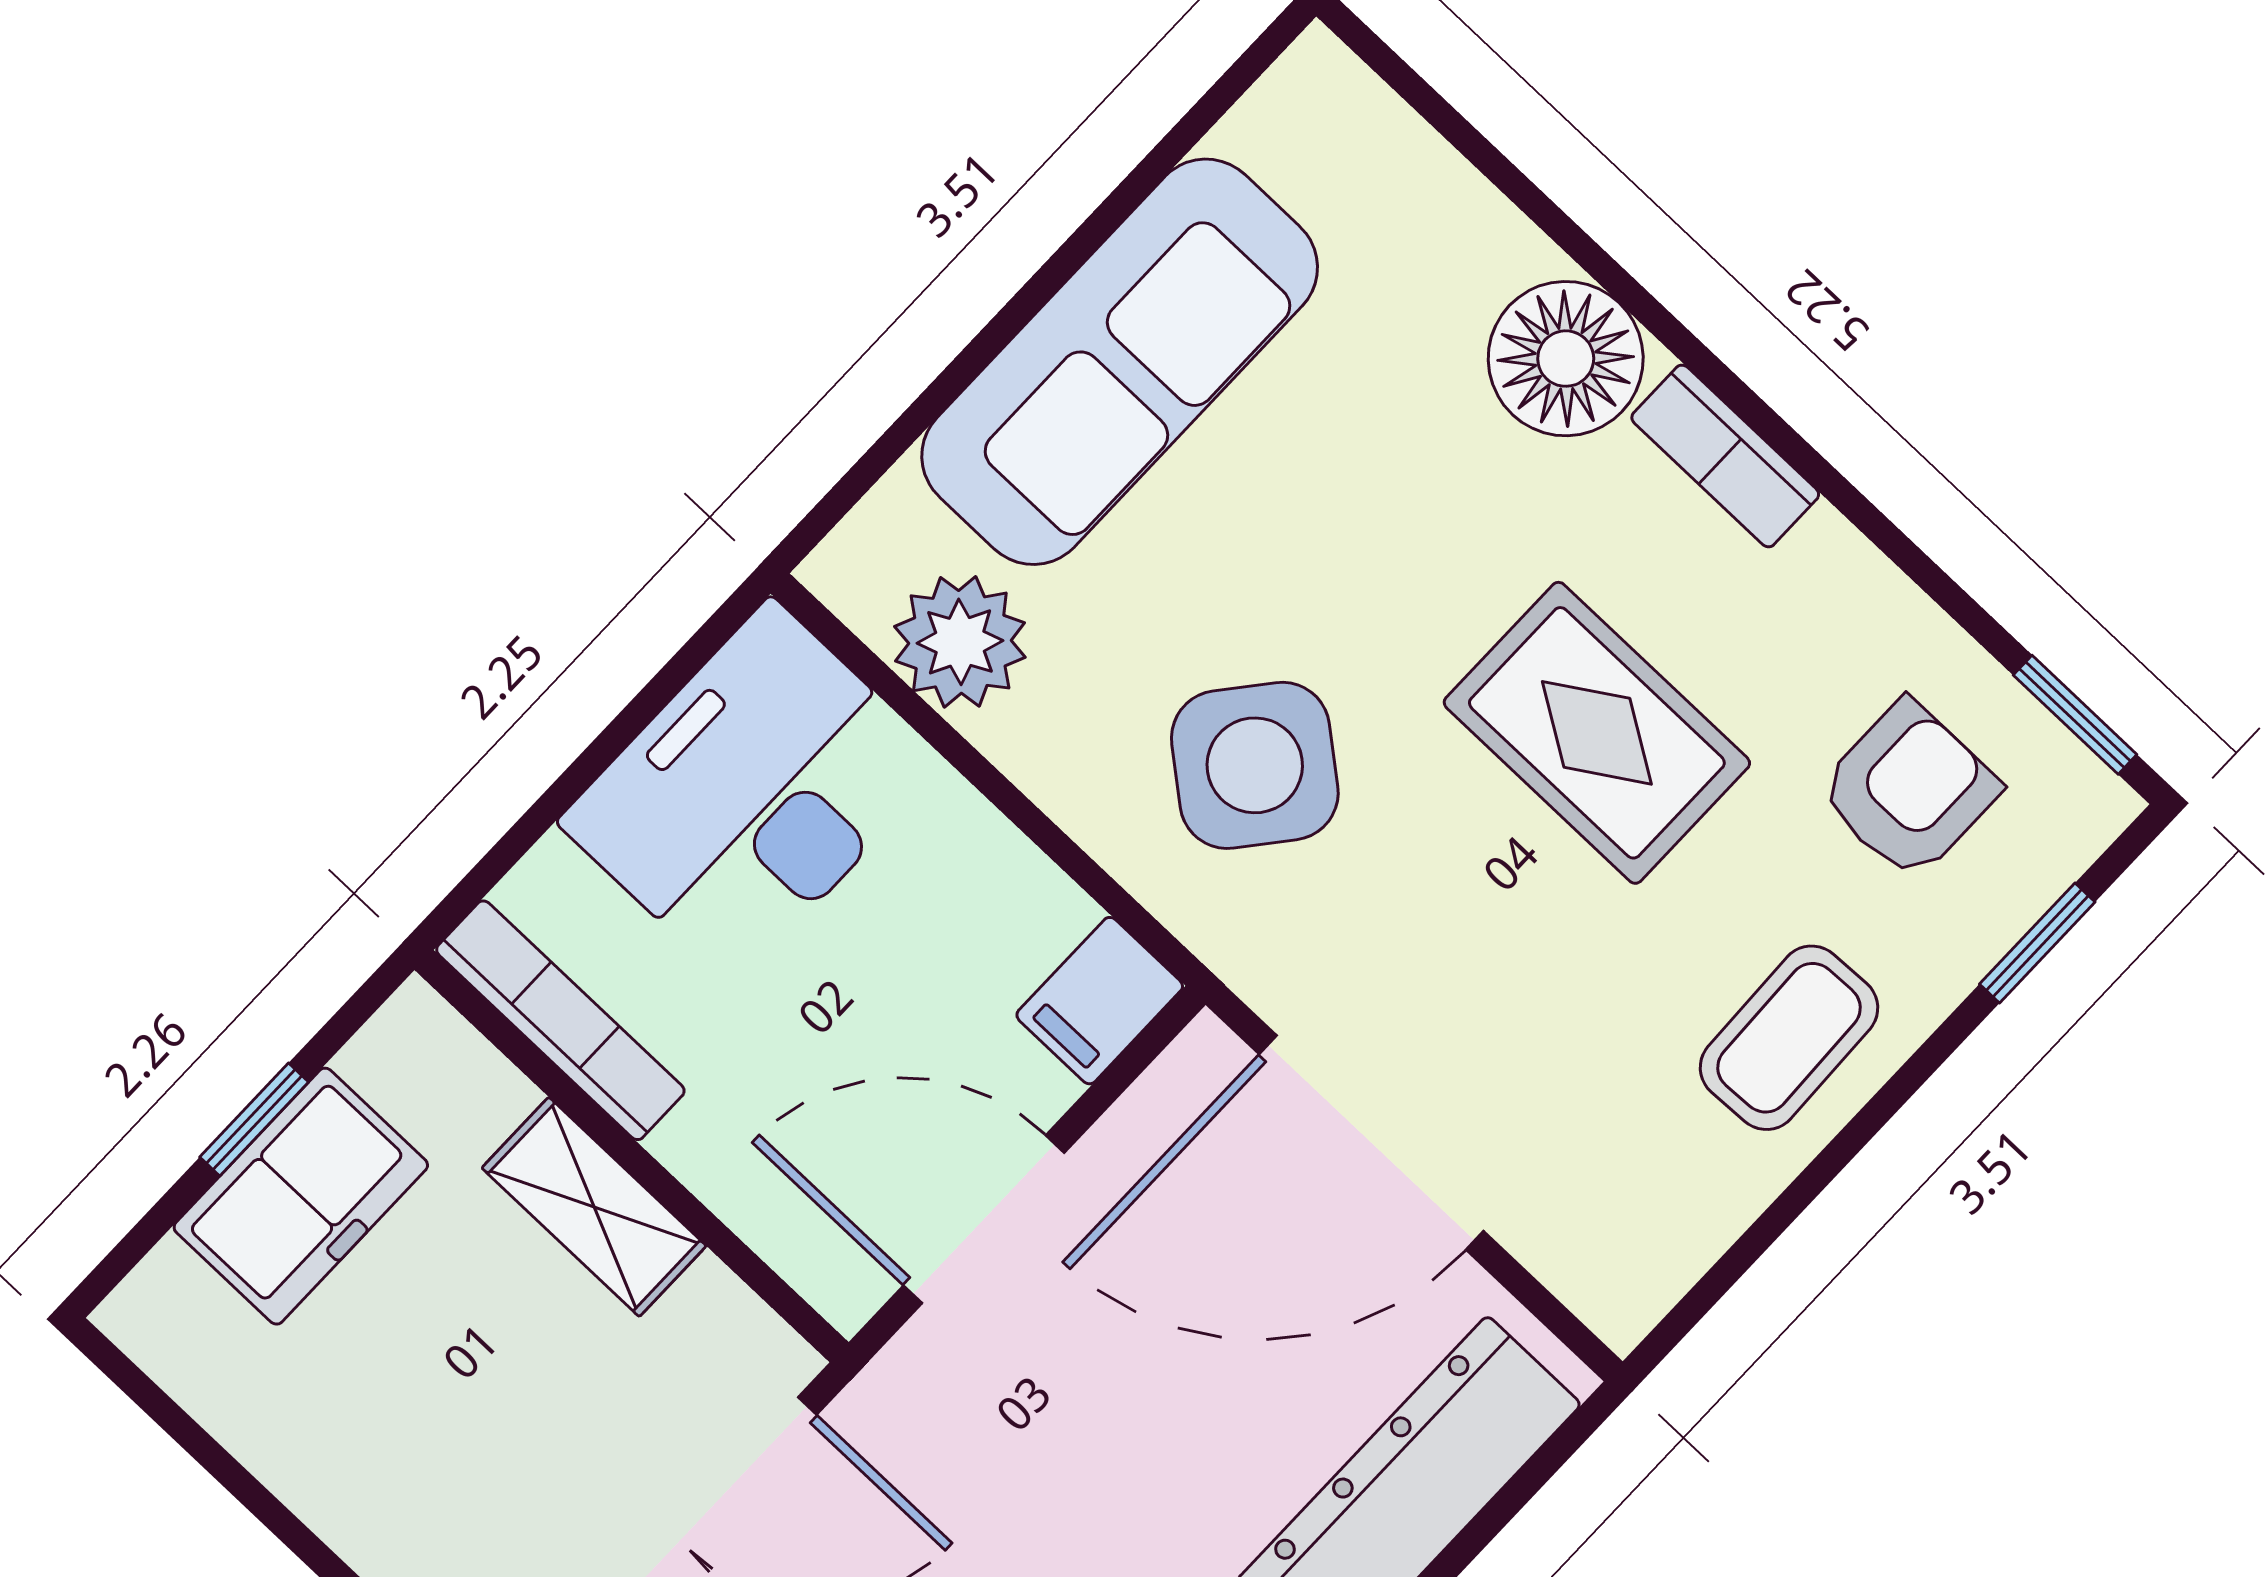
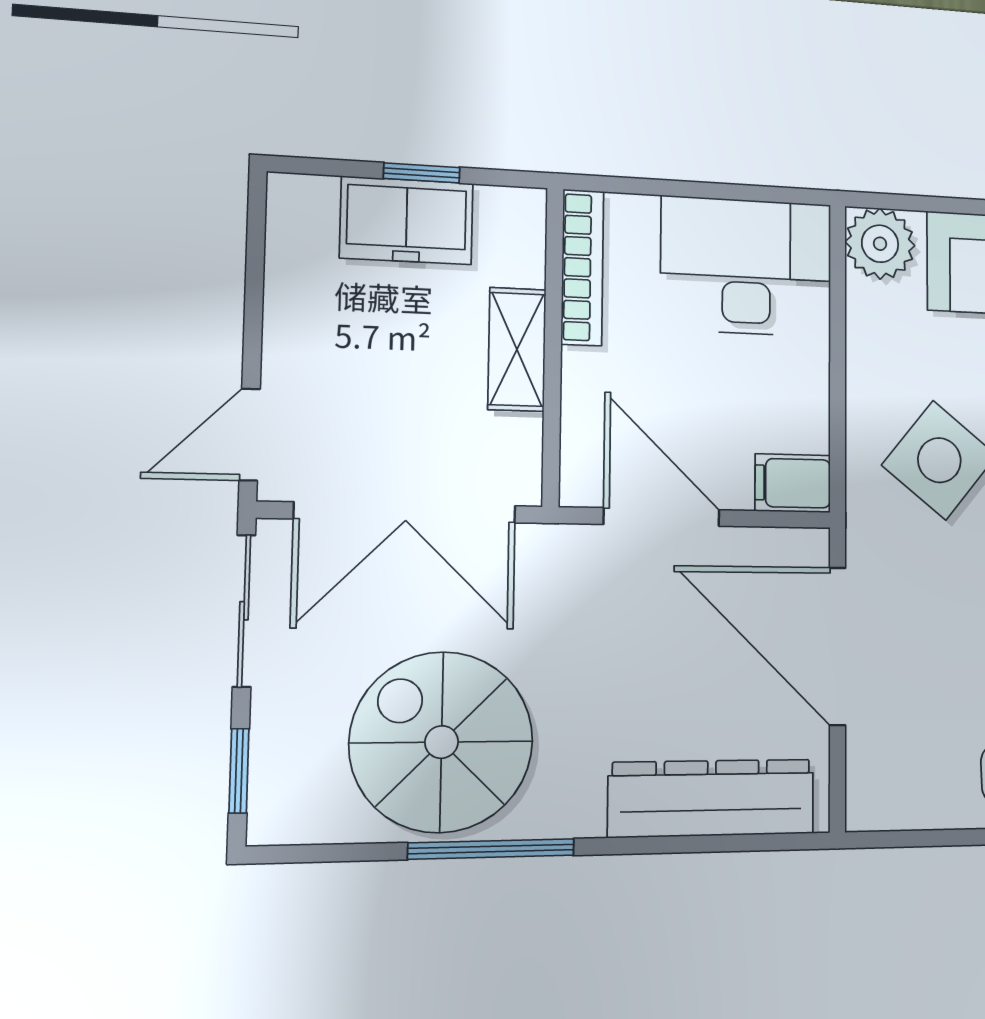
plant: (960, 642) -> (880, 244), moved

